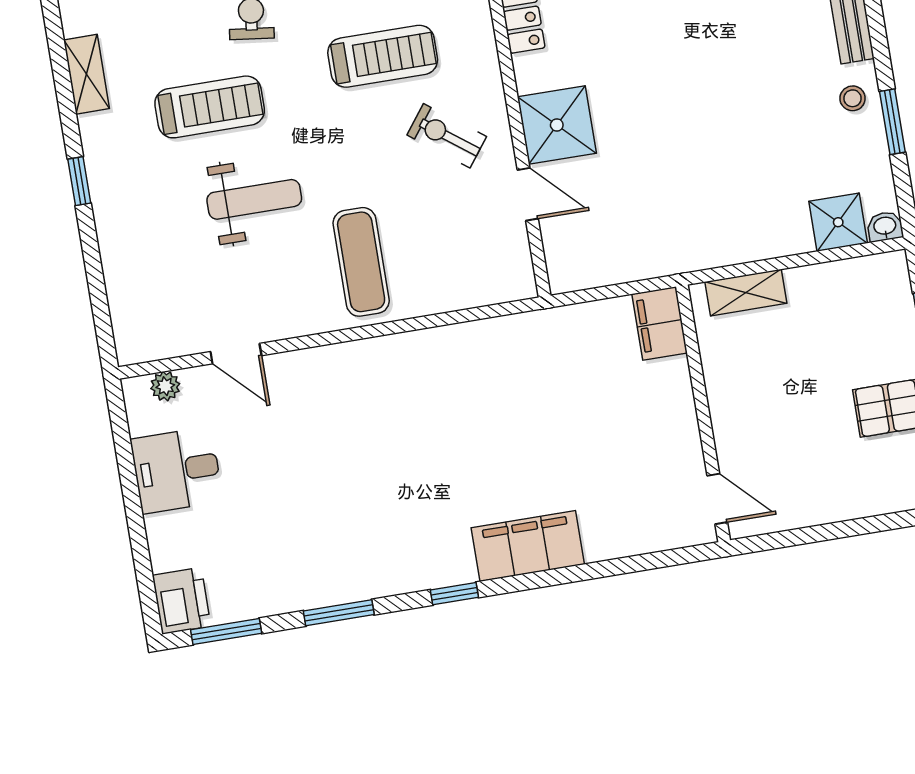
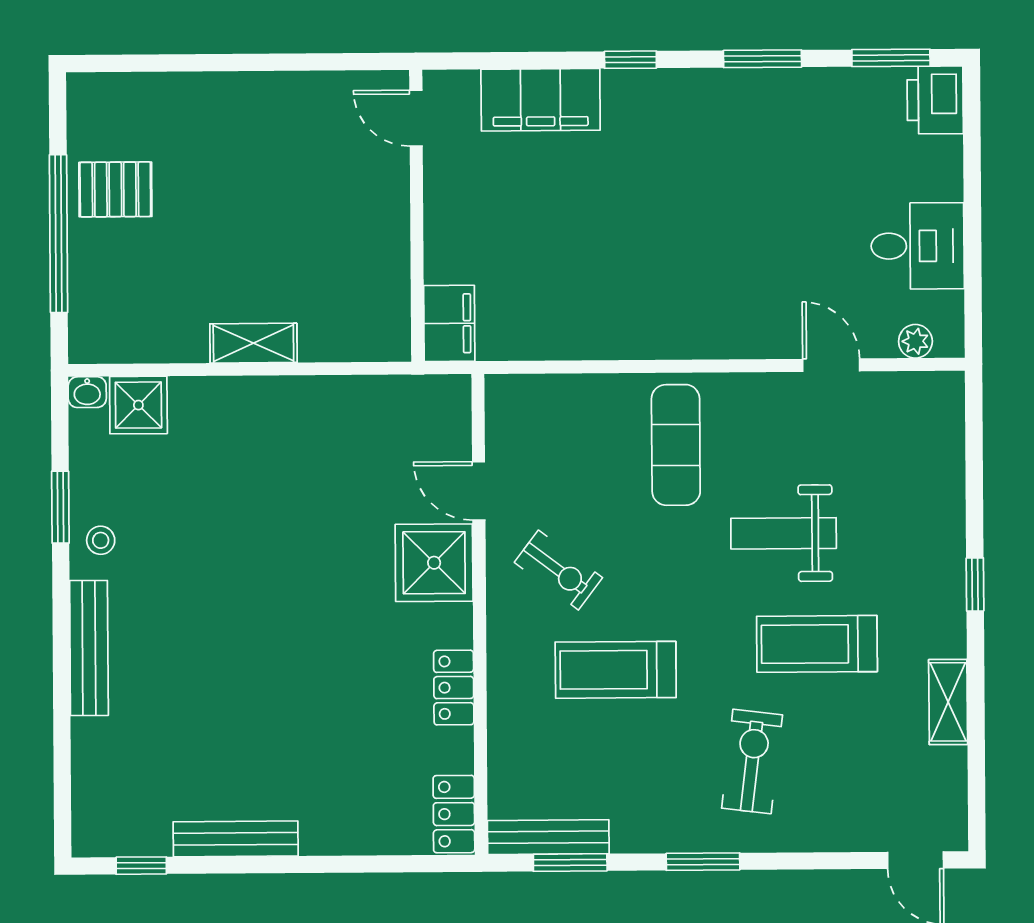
filing cabinet: (660, 323) -> (449, 323), moved
wall: (703, 413) -> (417, 216), moved
door: (717, 499) -> (416, 118), moved

